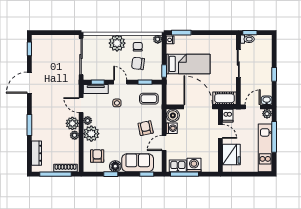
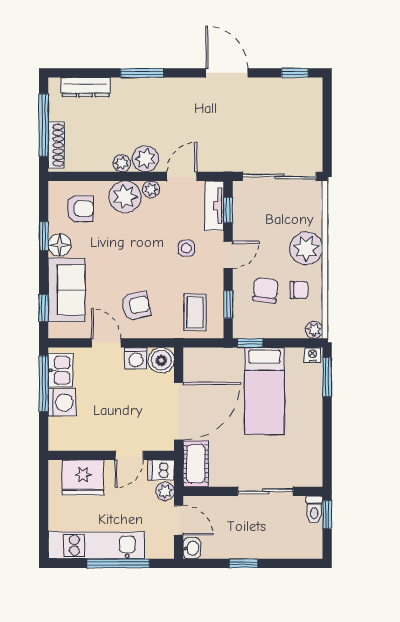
plant: (267, 114) -> (165, 491), moved

